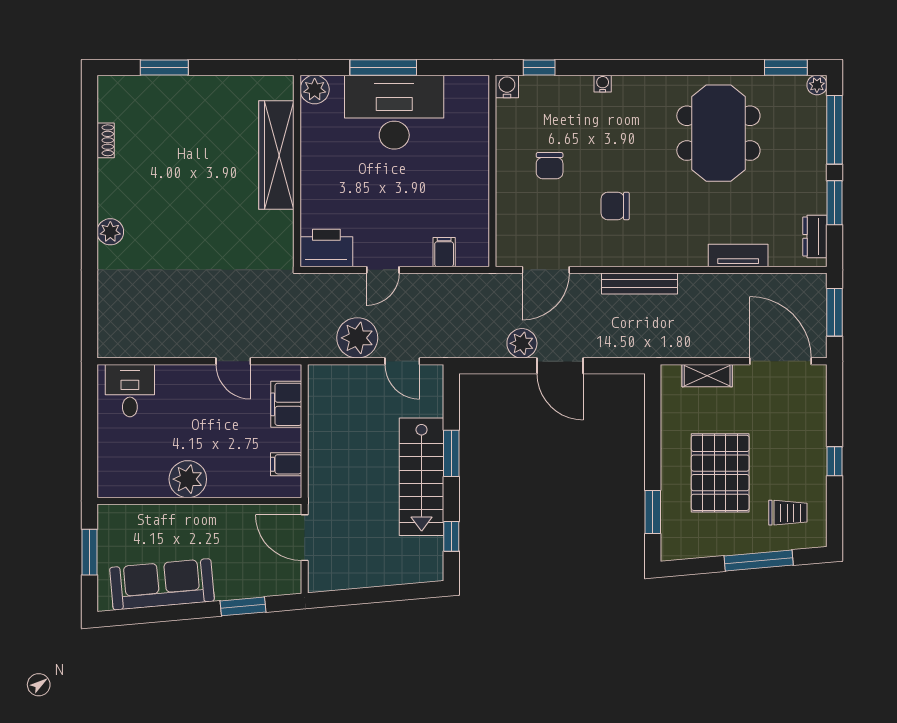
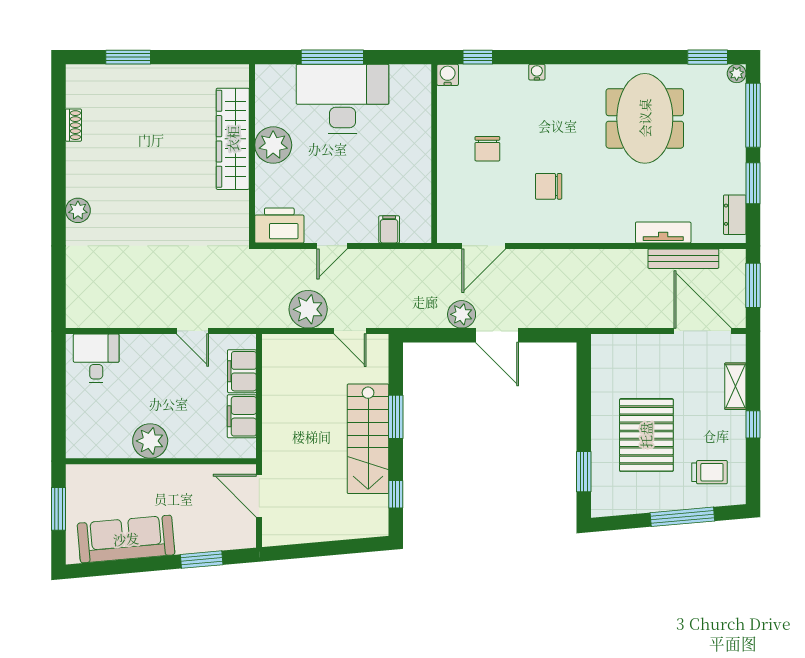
plant: (315, 89) -> (273, 145), moved, width x1.36, depth x1.36
bench: (639, 284) -> (683, 259), moved
shelving: (707, 376) -> (735, 386), moved, turned 90
filing cabinet: (286, 464) -> (242, 416), width x2.00

